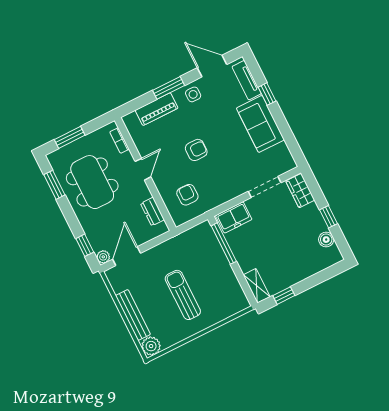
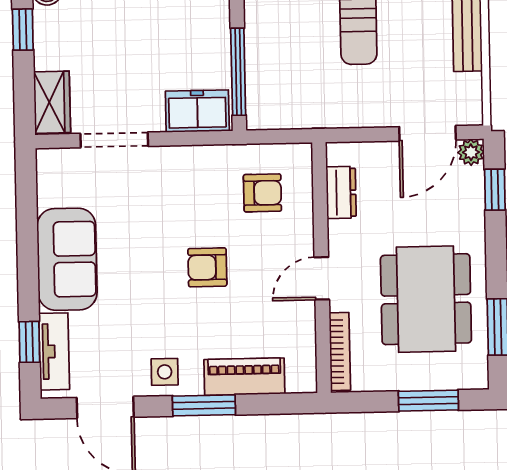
window: (267, 94) -> (29, 342), moved
bookcase: (119, 140) -> (340, 352), width x1.56
armchair: (187, 195) -> (262, 193), turned -90

